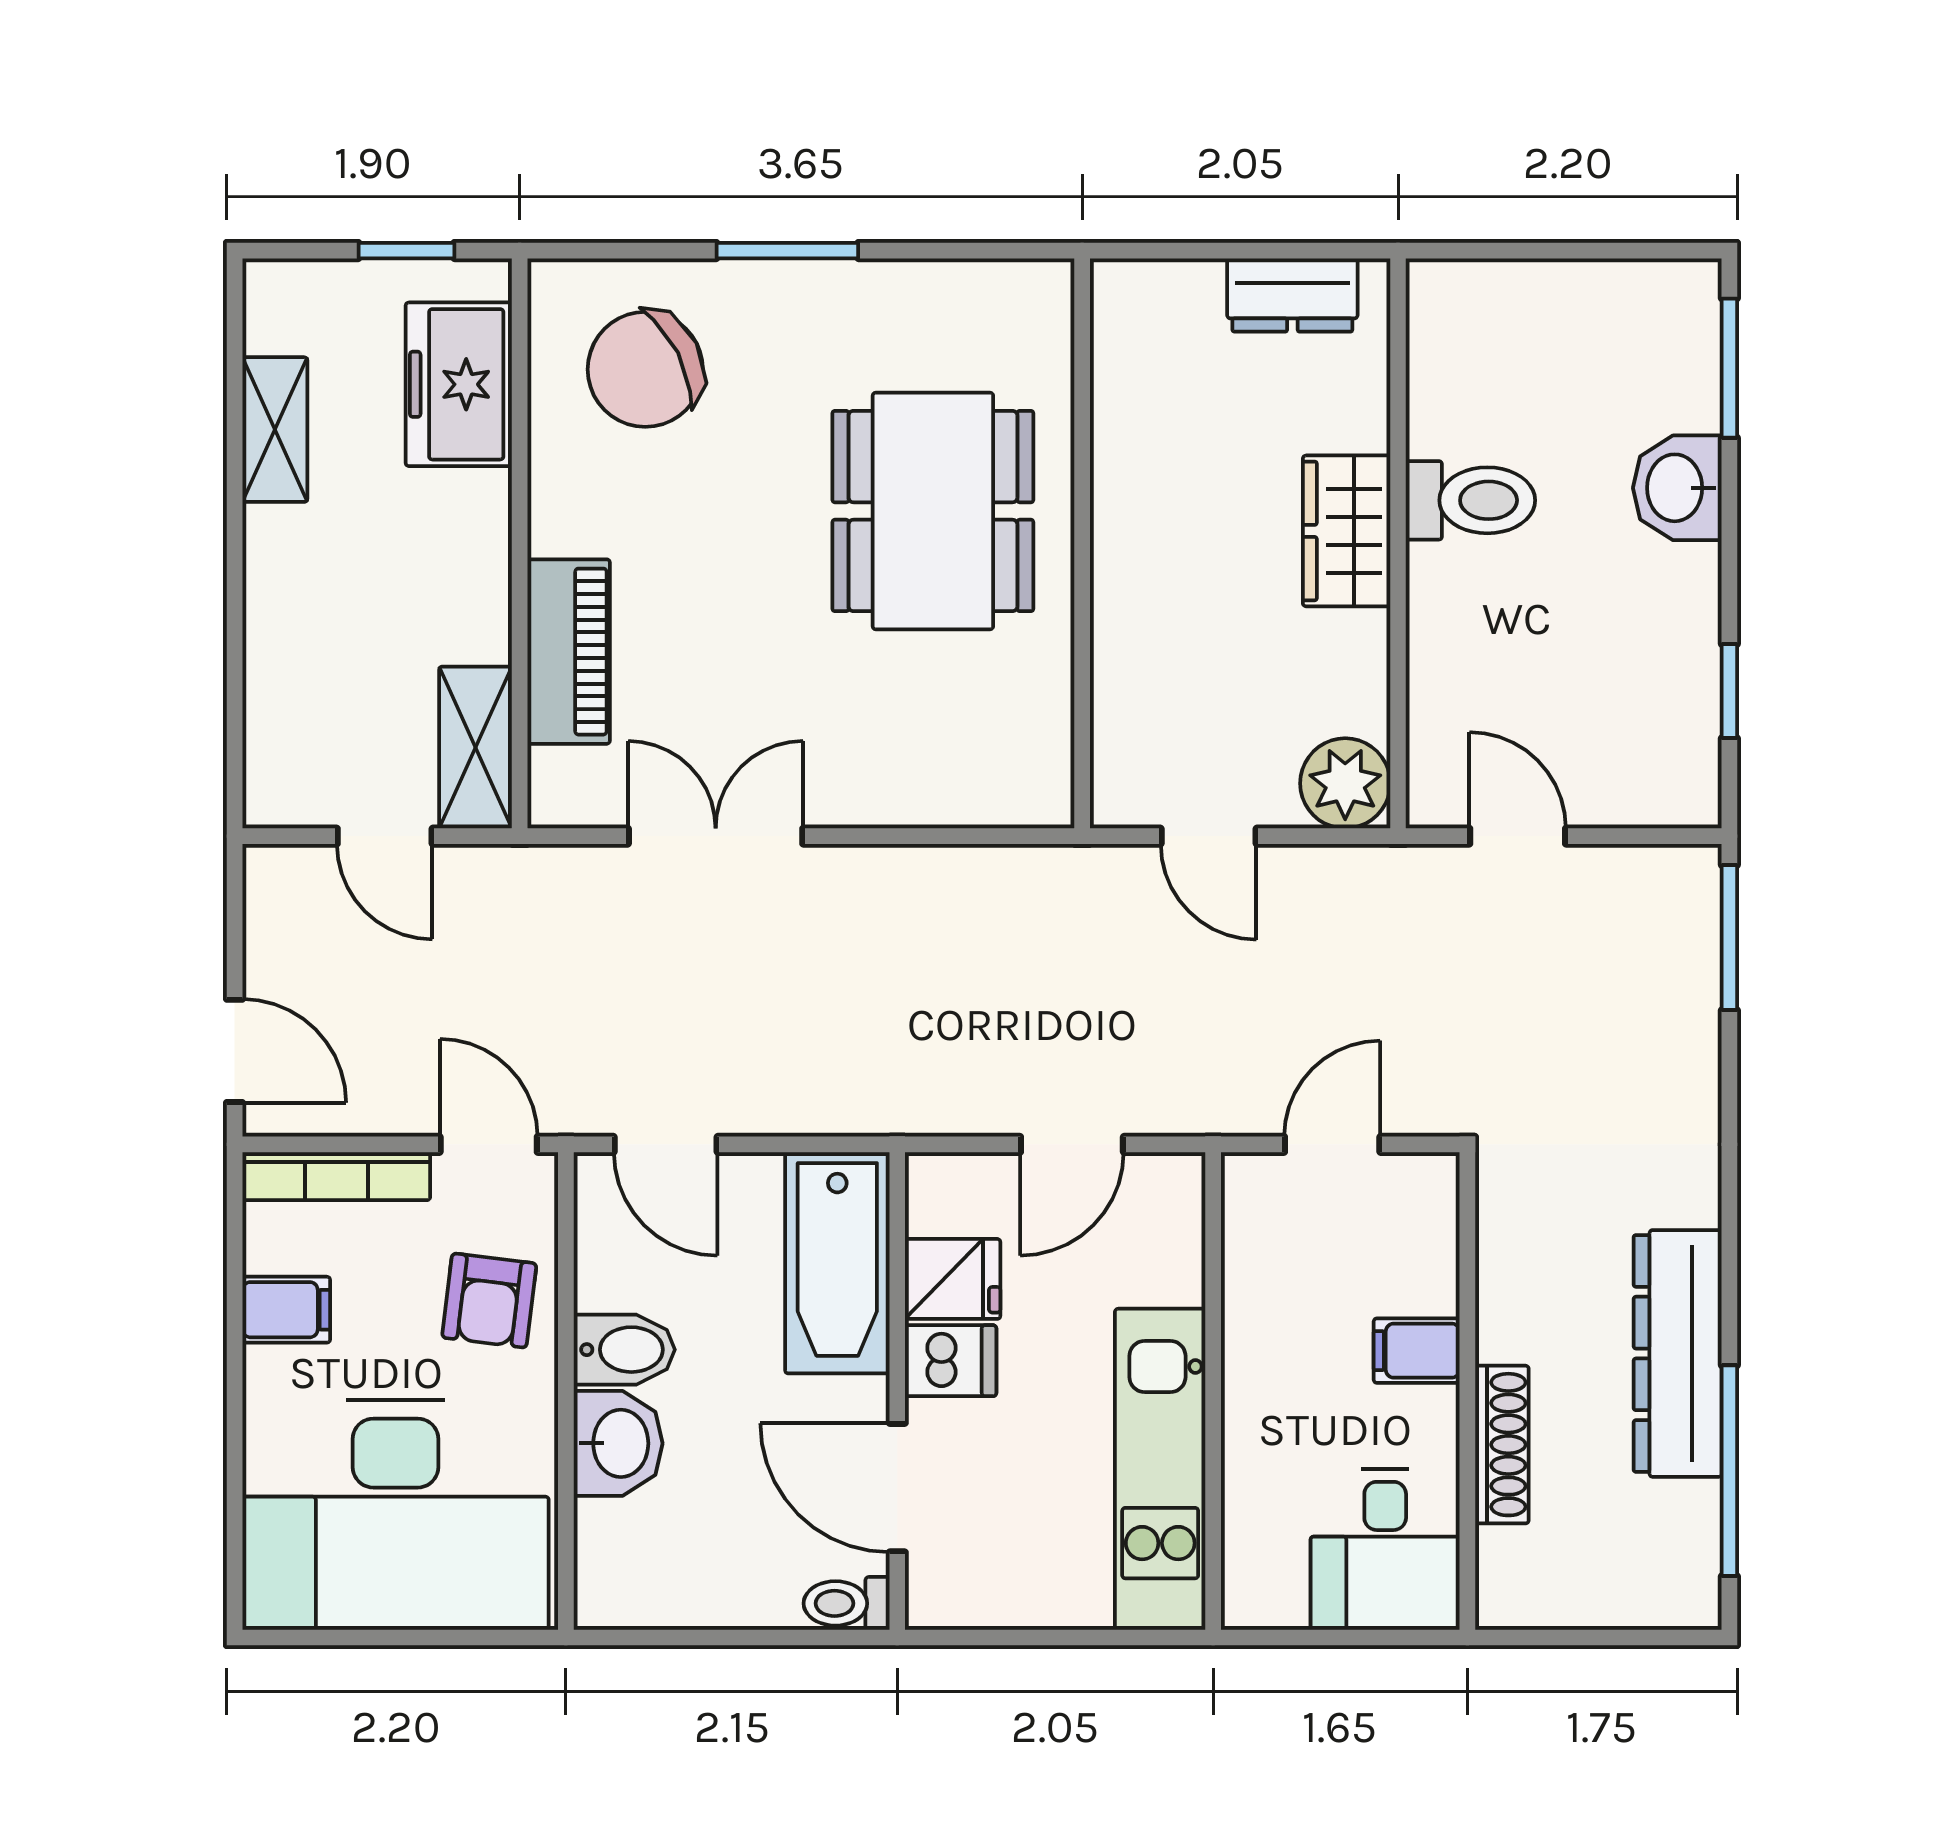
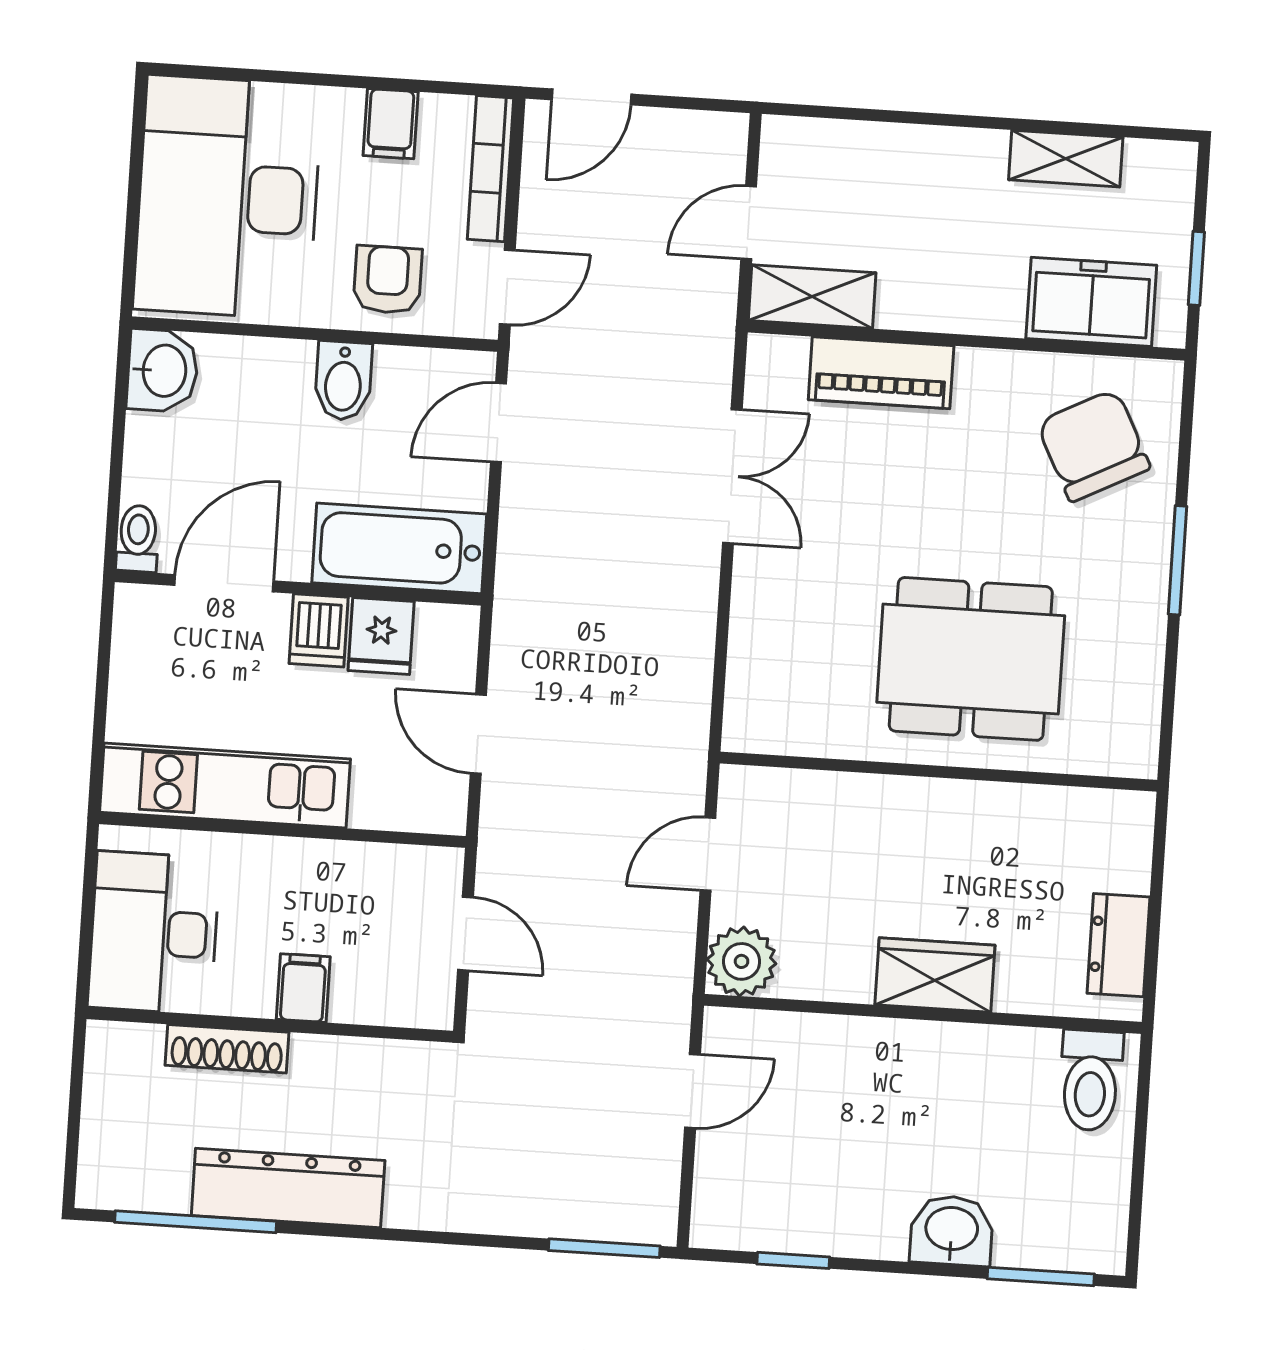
toilet: (1470, 500) -> (1091, 1080), moved
armchair: (489, 1301) -> (388, 280), turned 83
washbasin: (618, 1443) -> (163, 371), moved, turned -90
desk: (1385, 1549) -> (154, 933), width x1.37

